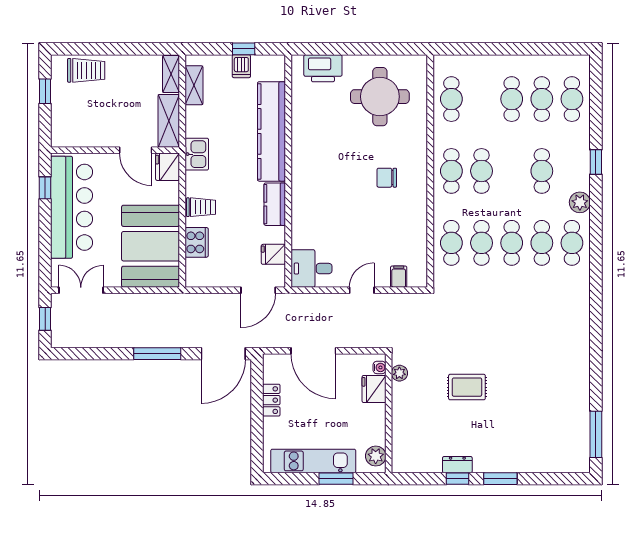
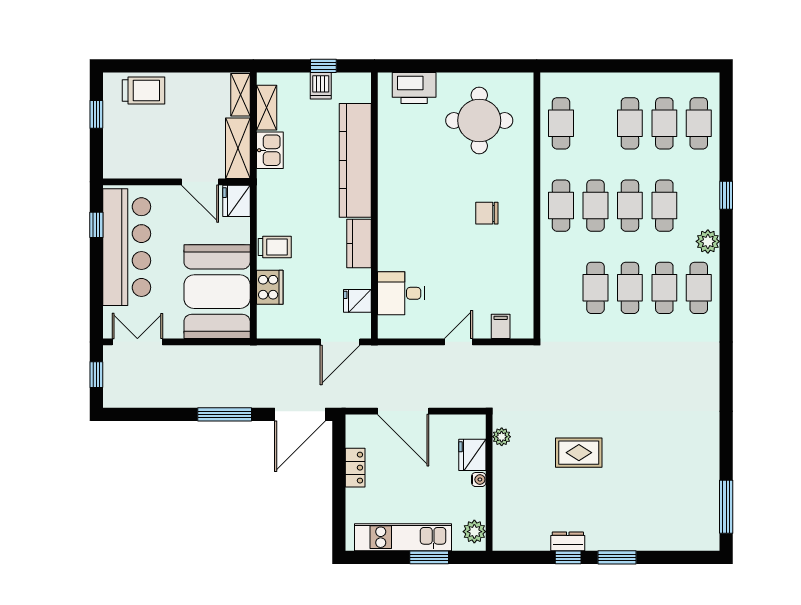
kitchen sink: (197, 154) -> (270, 150), moved
cafe table: (451, 243) -> (630, 206), moved
desk: (312, 269) -> (401, 293), moved
water cooler: (379, 367) -> (479, 480), moved

